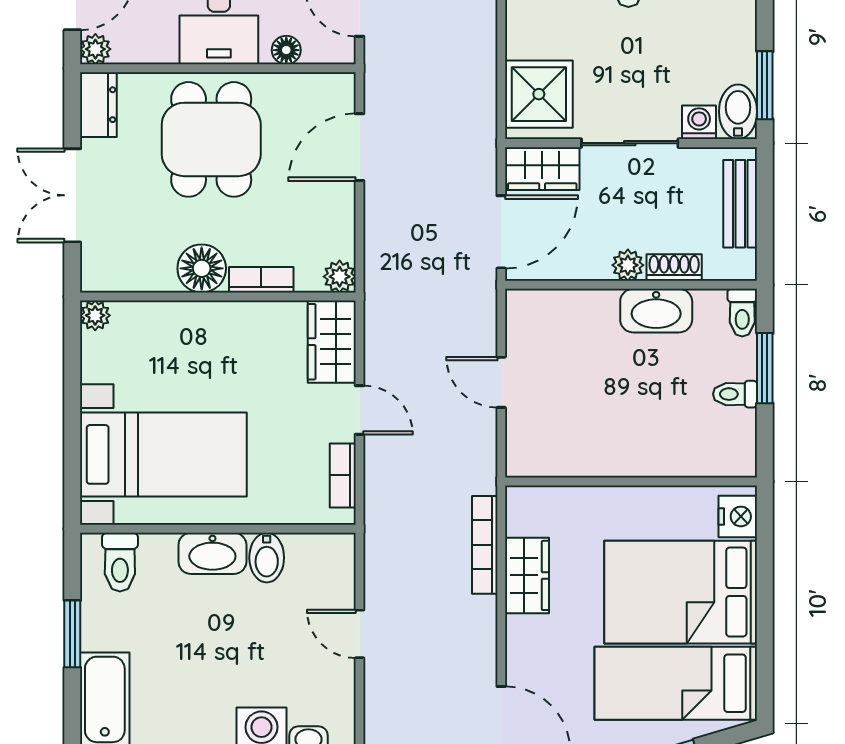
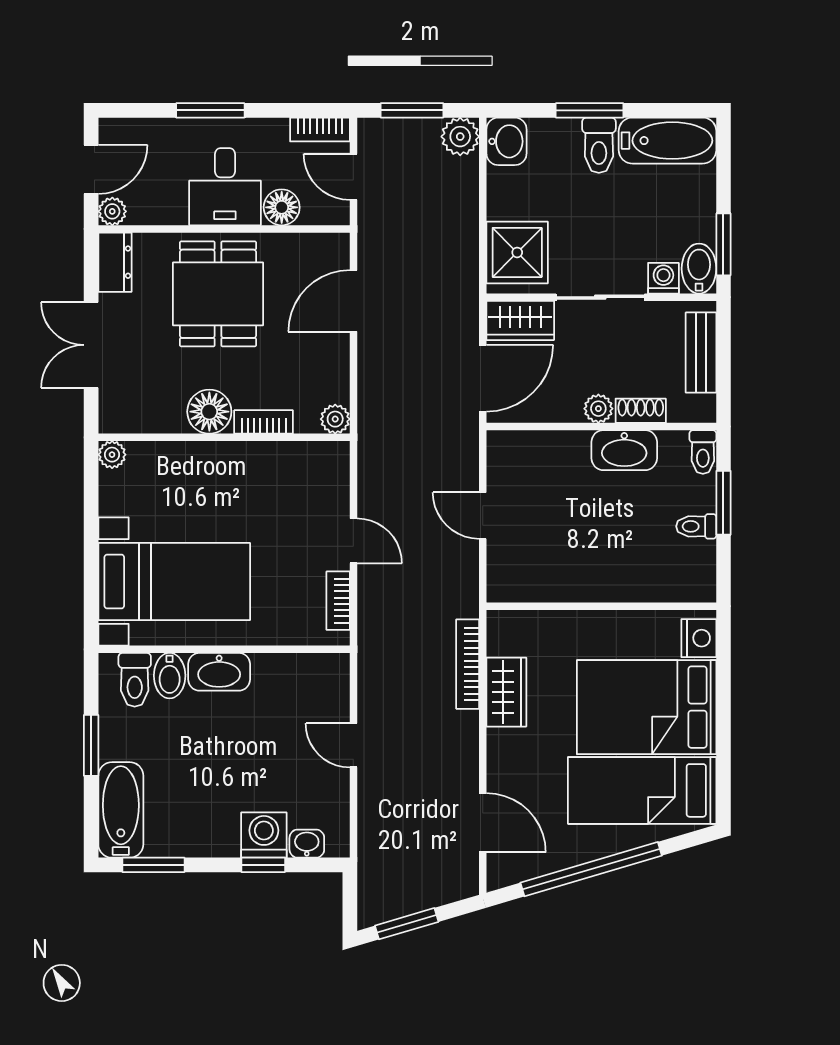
floor lamp: (286, 50) -> (282, 207), width x1.37, depth x1.37
wardrobe: (332, 342) -> (328, 478), removed
bidet: (267, 558) -> (170, 676), moved

